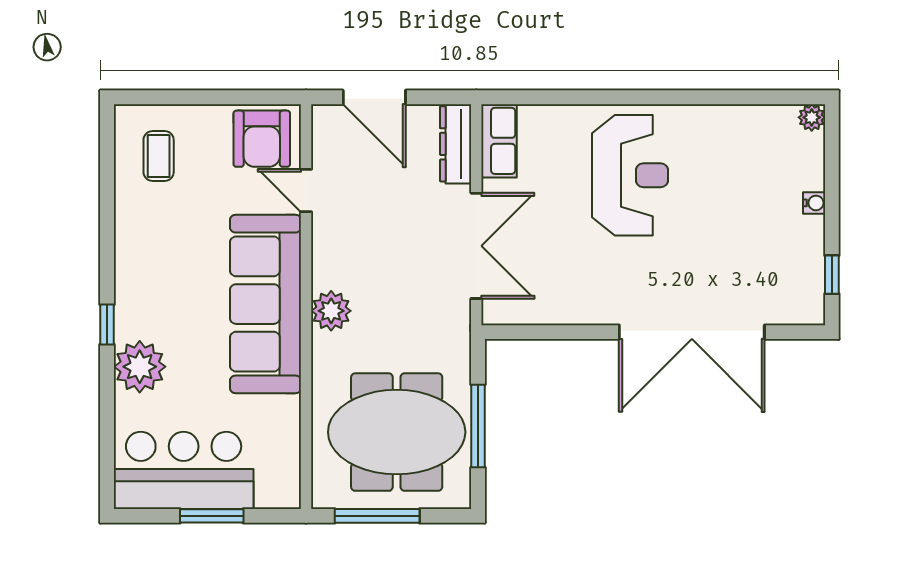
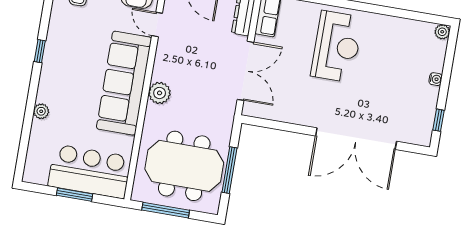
window: (107, 325) -> (40, 51), moved
plant: (140, 367) -> (41, 111), width x0.53, depth x0.53
bar counter: (184, 470) -> (90, 171), moved

